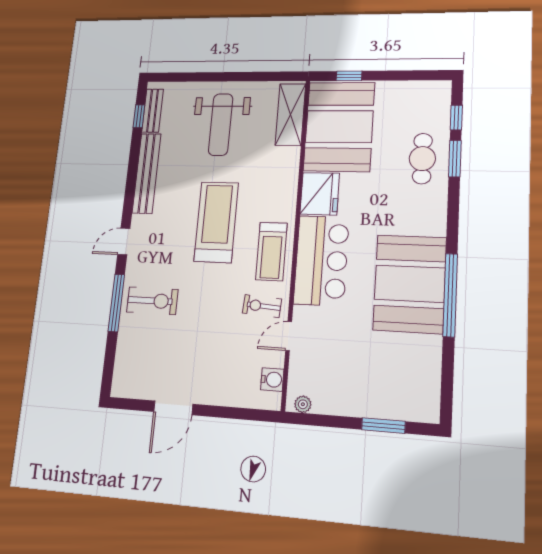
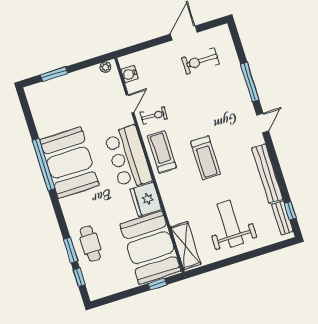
treadmill: (216, 222) -> (206, 158), width x0.73, depth x0.73
exercise bike: (152, 301) -> (200, 61), moved

